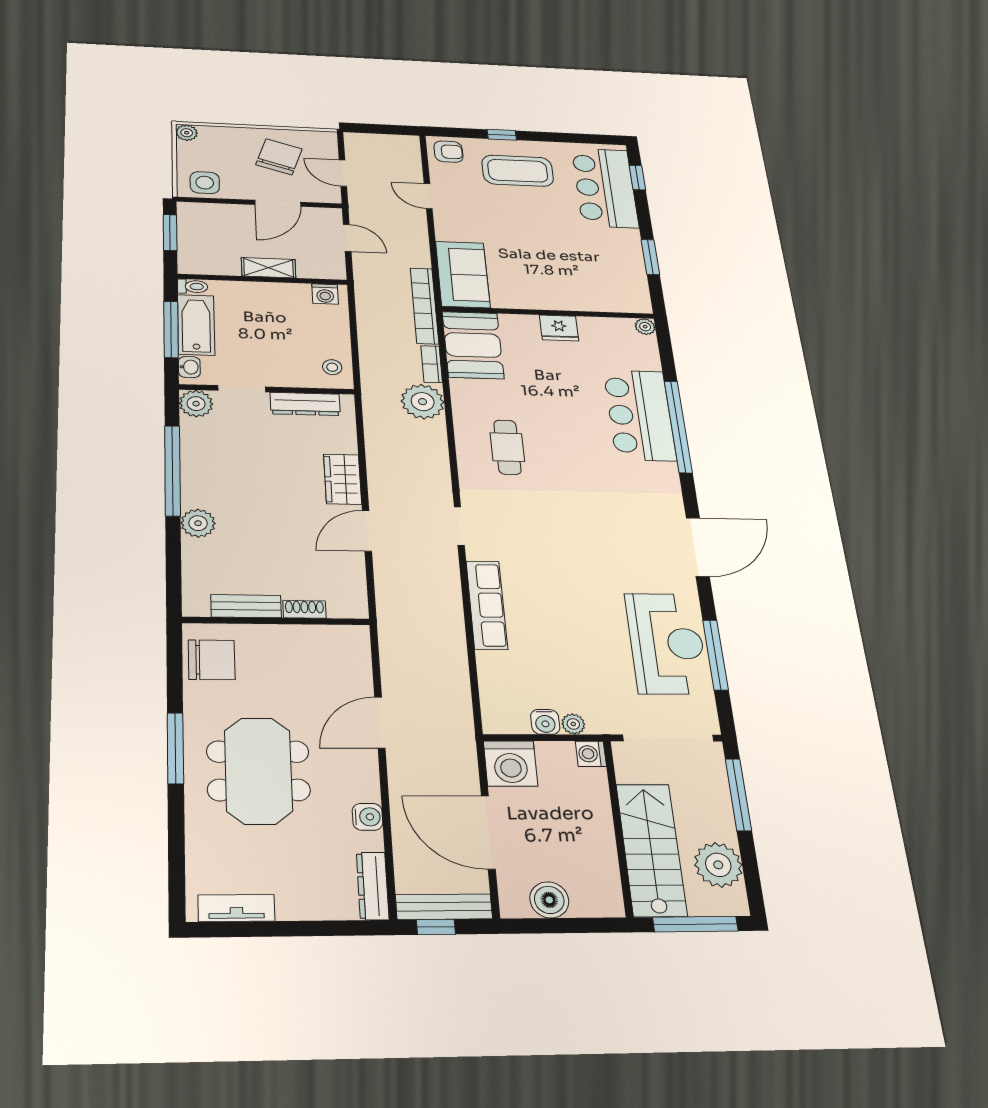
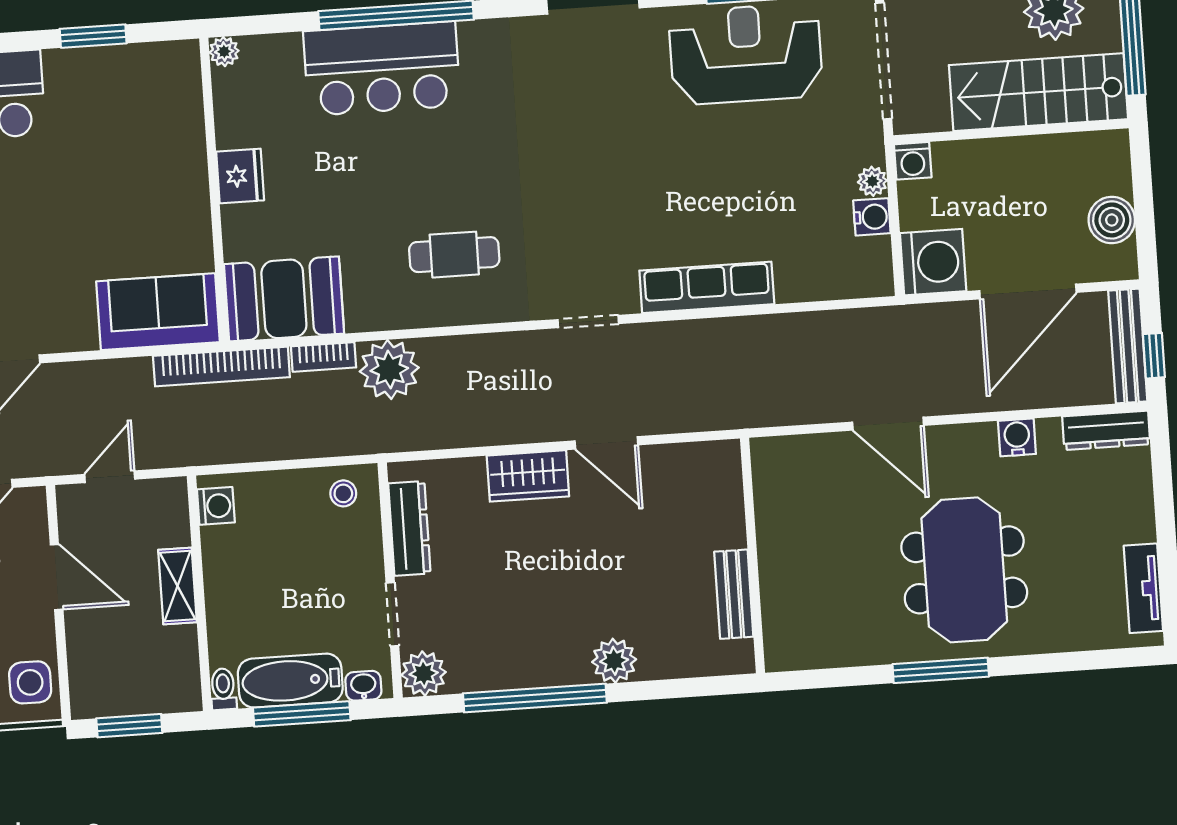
shoe rack: (305, 609) -> (733, 521), removed
chair: (212, 660) -> (815, 633), removed
meeting table: (258, 771) -> (964, 570), turned 90

